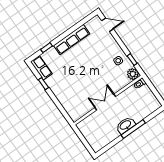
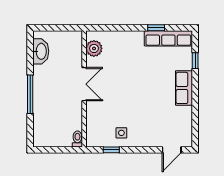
row of seats: (72, 40) -> (184, 88), width x0.68
row of seats: (41, 68) -> (168, 38), width x1.48
plant: (133, 74) -> (94, 48), moved
washbasin: (126, 125) -> (41, 51), moved

